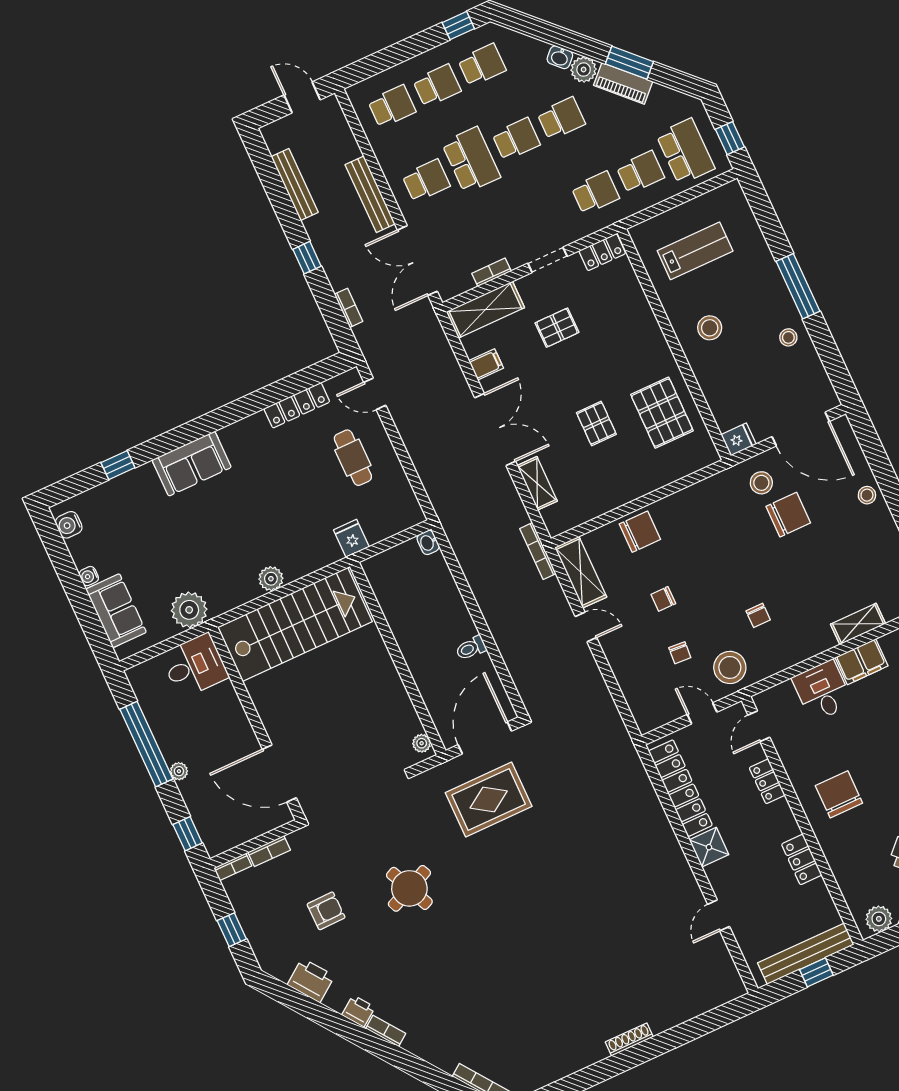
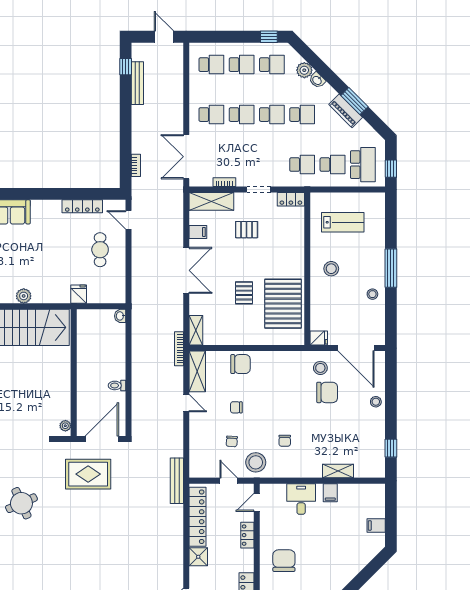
plant: (584, 70) -> (304, 70), moved
school desk: (471, 160) -> (242, 115), width x0.54
bench: (370, 194) -> (177, 481), moved
window: (307, 258) -> (126, 67), moved
pallet: (662, 413) -> (283, 304), width x1.37, depth x1.41
shelving: (537, 483) -> (196, 330), moved
filing cabinet: (861, 662) -> (330, 493), width x0.50

